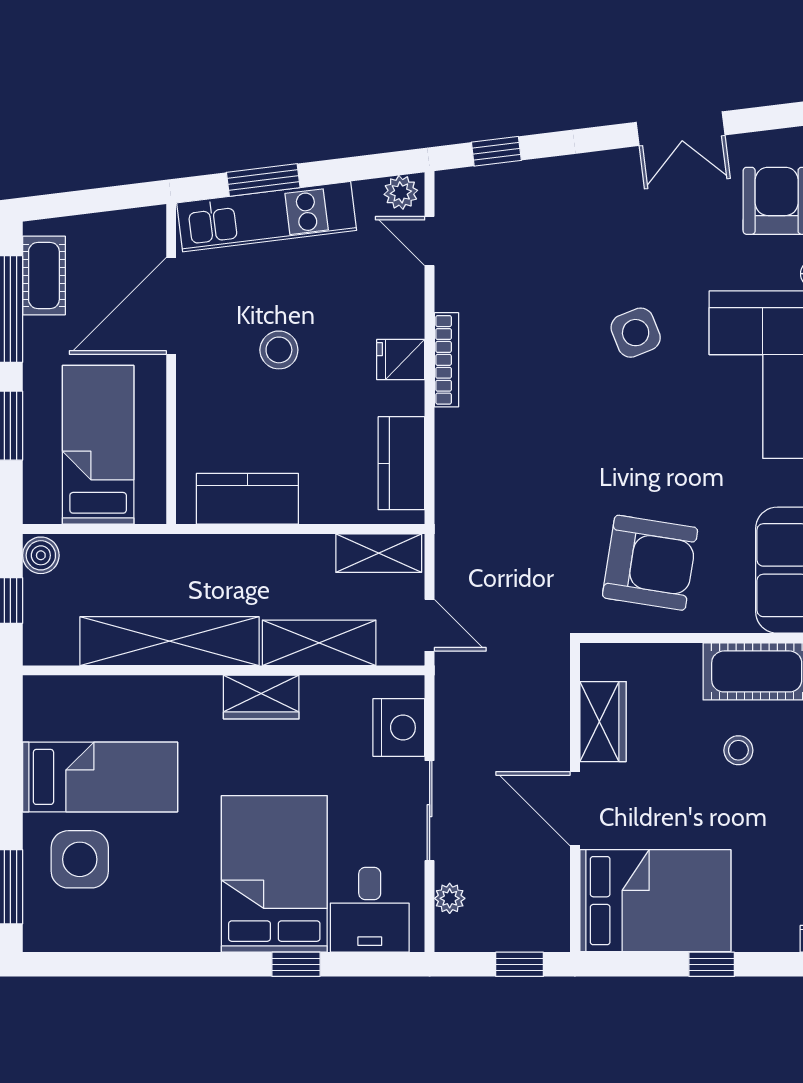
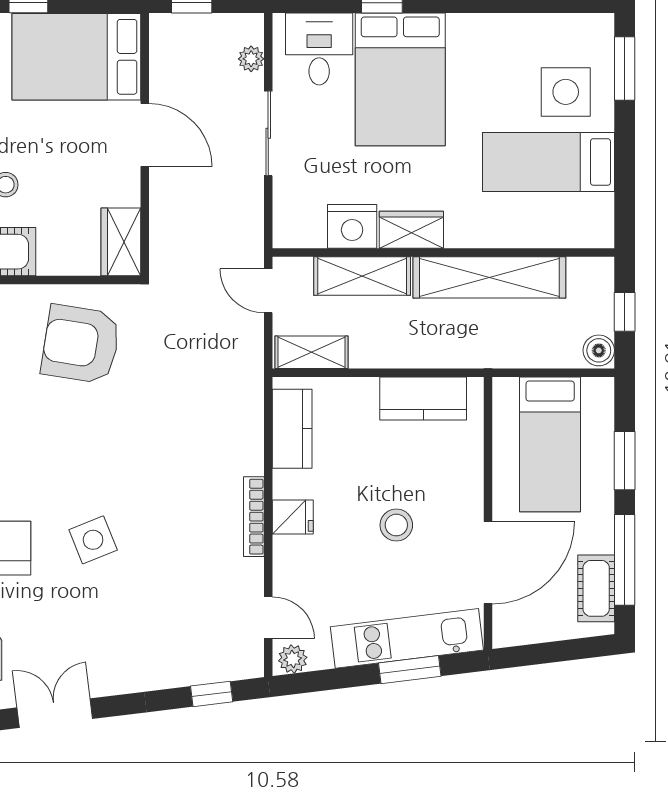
wardrobe: (603, 722) -> (121, 242), moved
nightstand: (399, 728) -> (352, 226), moved, turned -90

